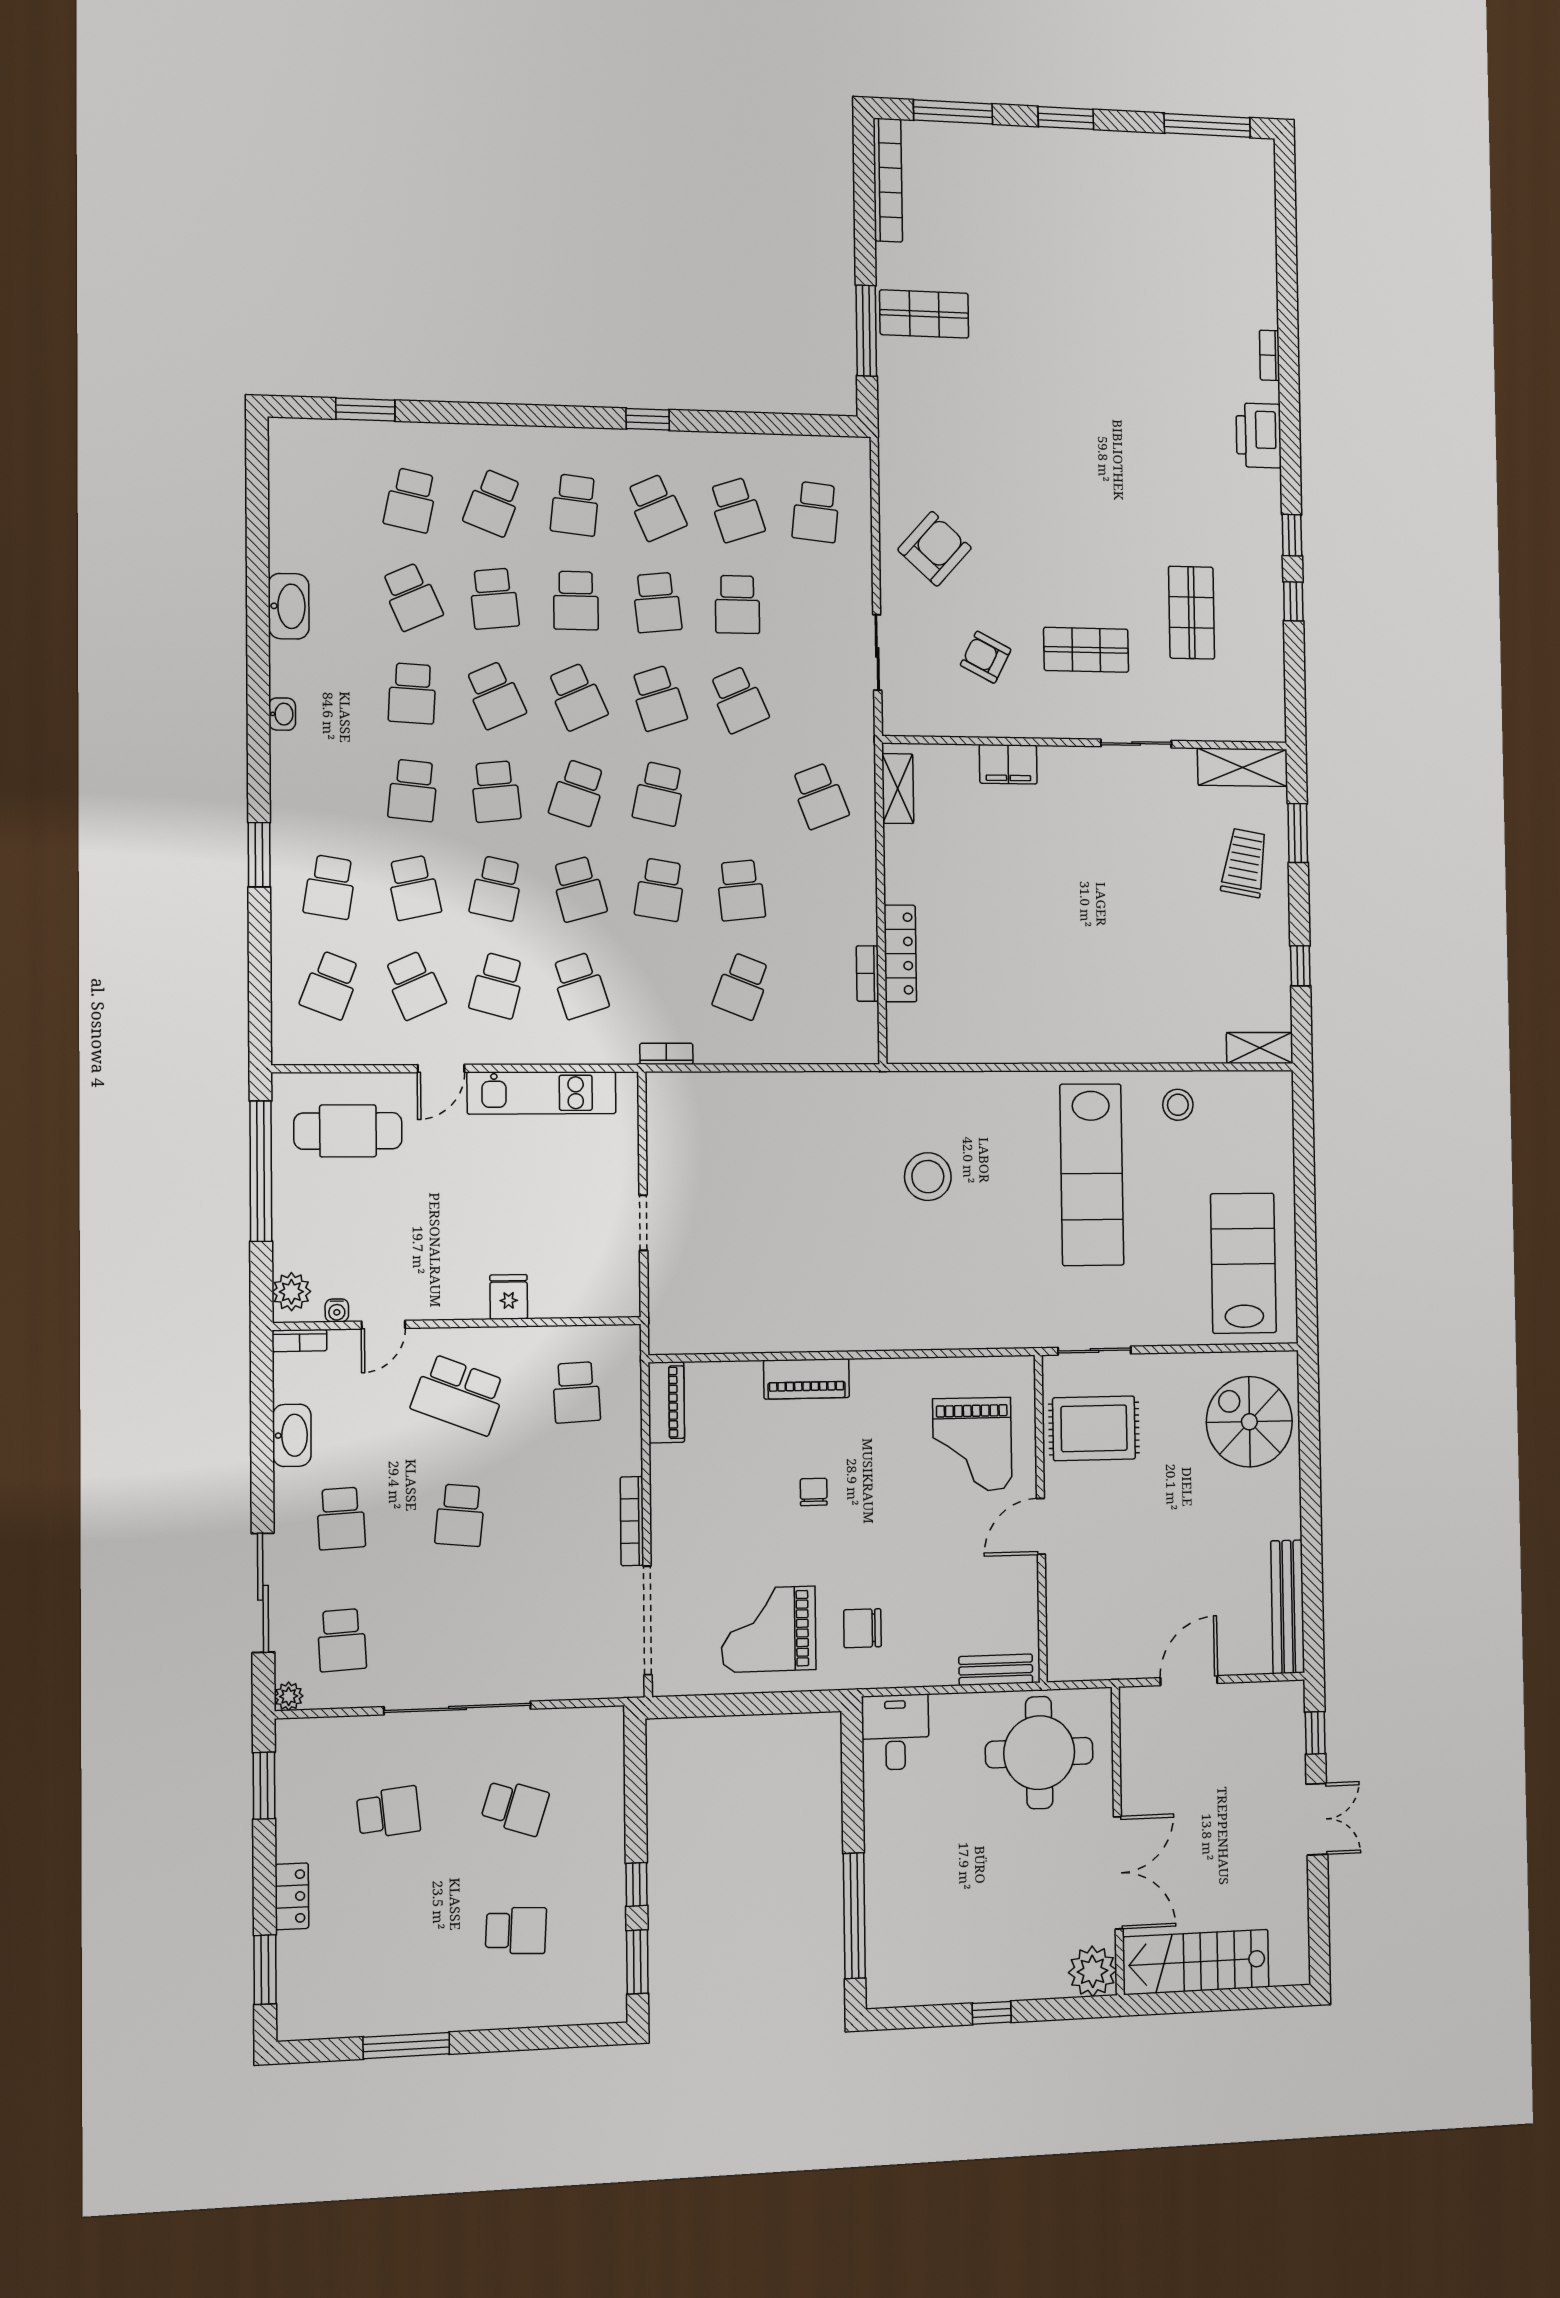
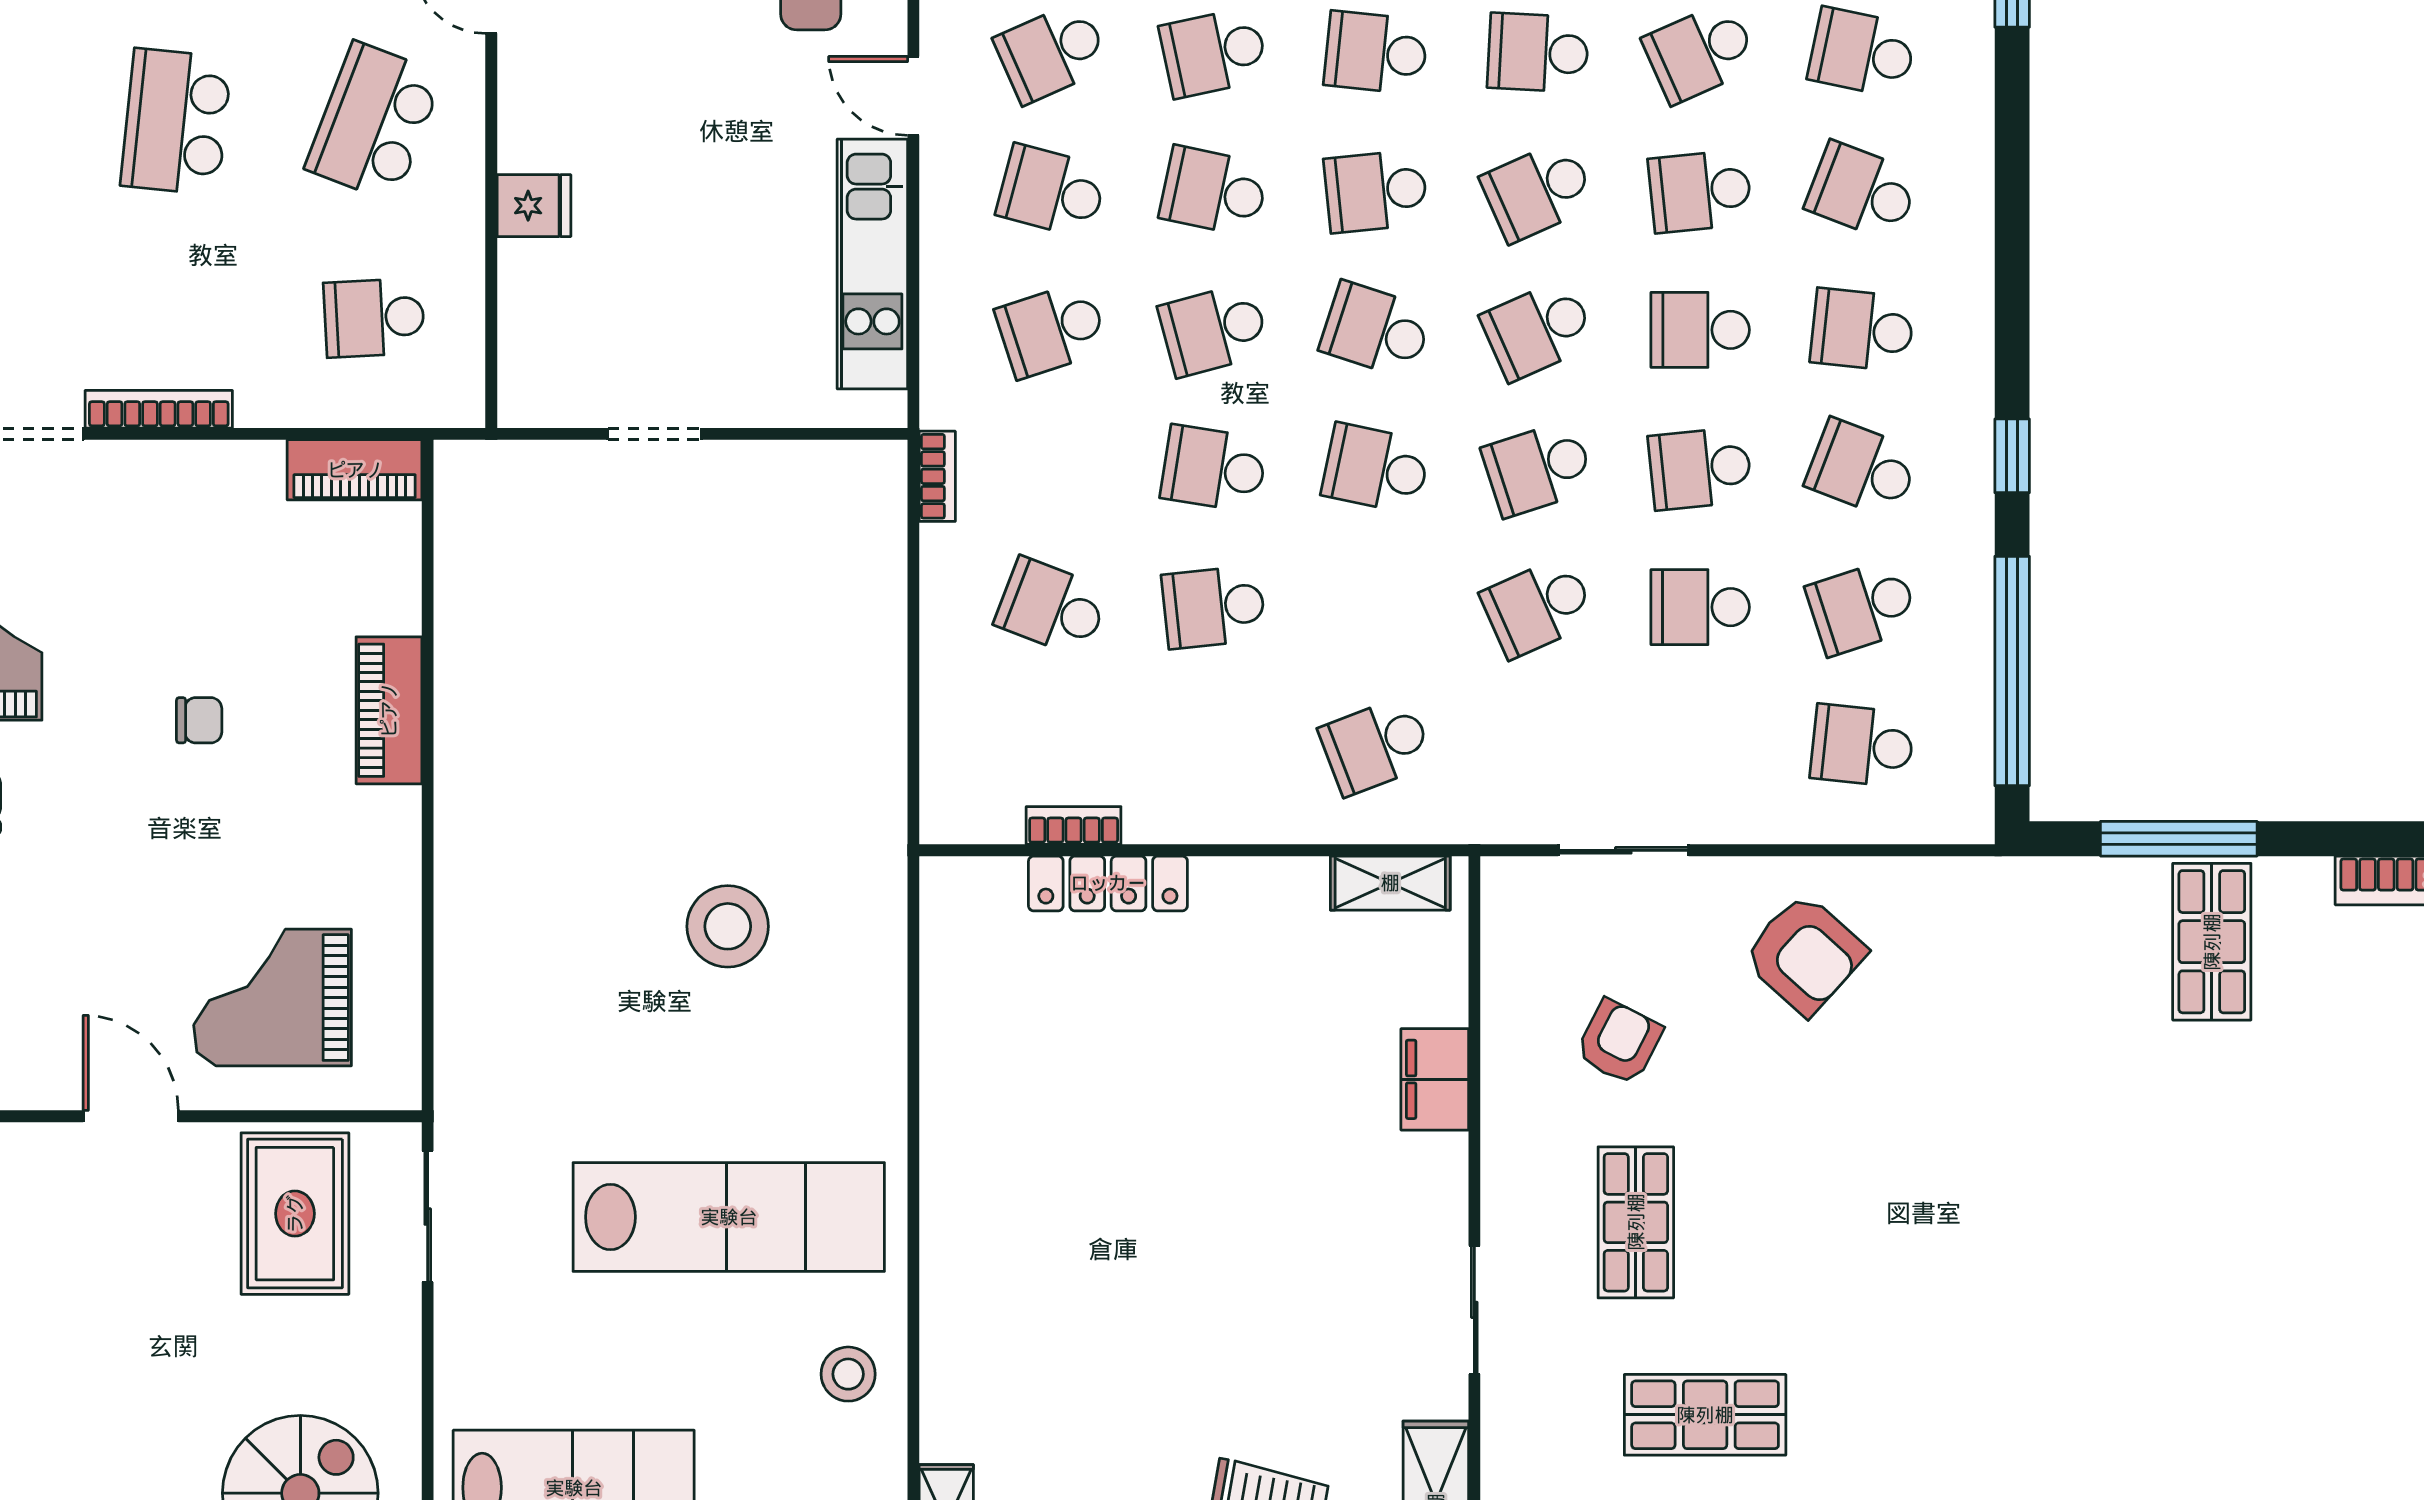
window: (772, 424) -> (2012, 671), added
school desk: (656, 507) -> (1862, 468), turned 45
lab bench: (1092, 1175) -> (729, 1217), turned 180
school desk: (460, 1515) -> (176, 122), width x1.85

